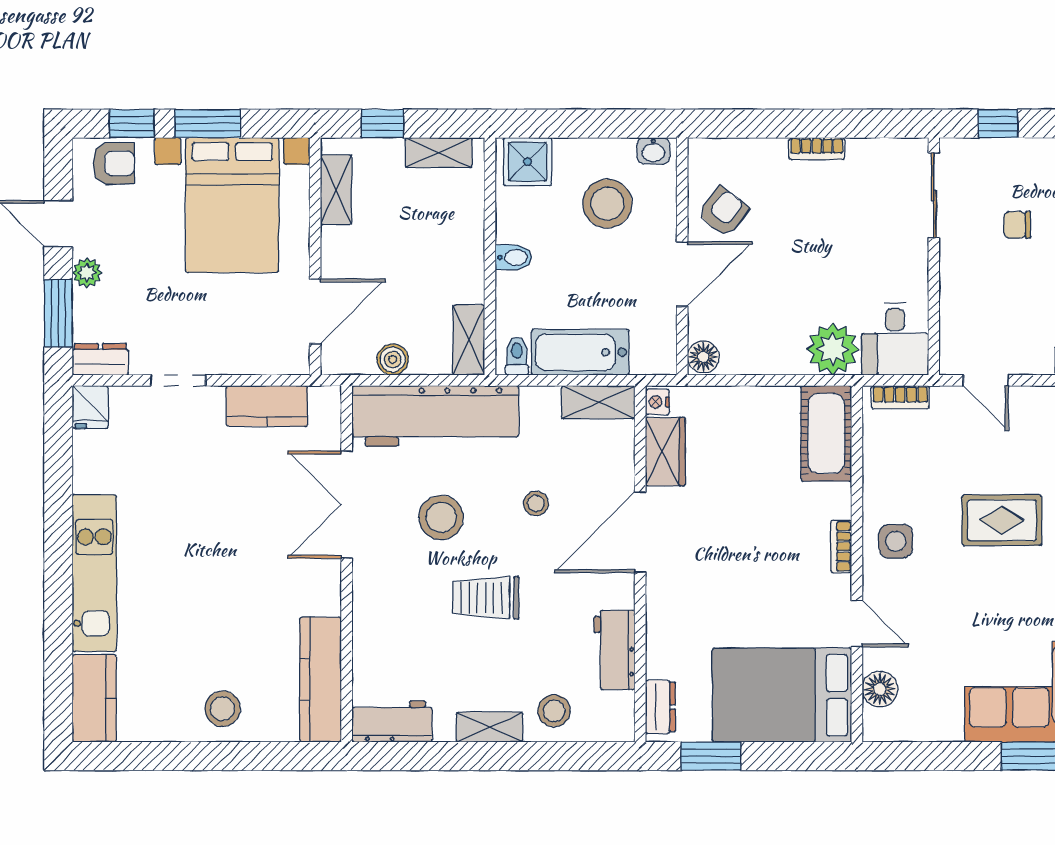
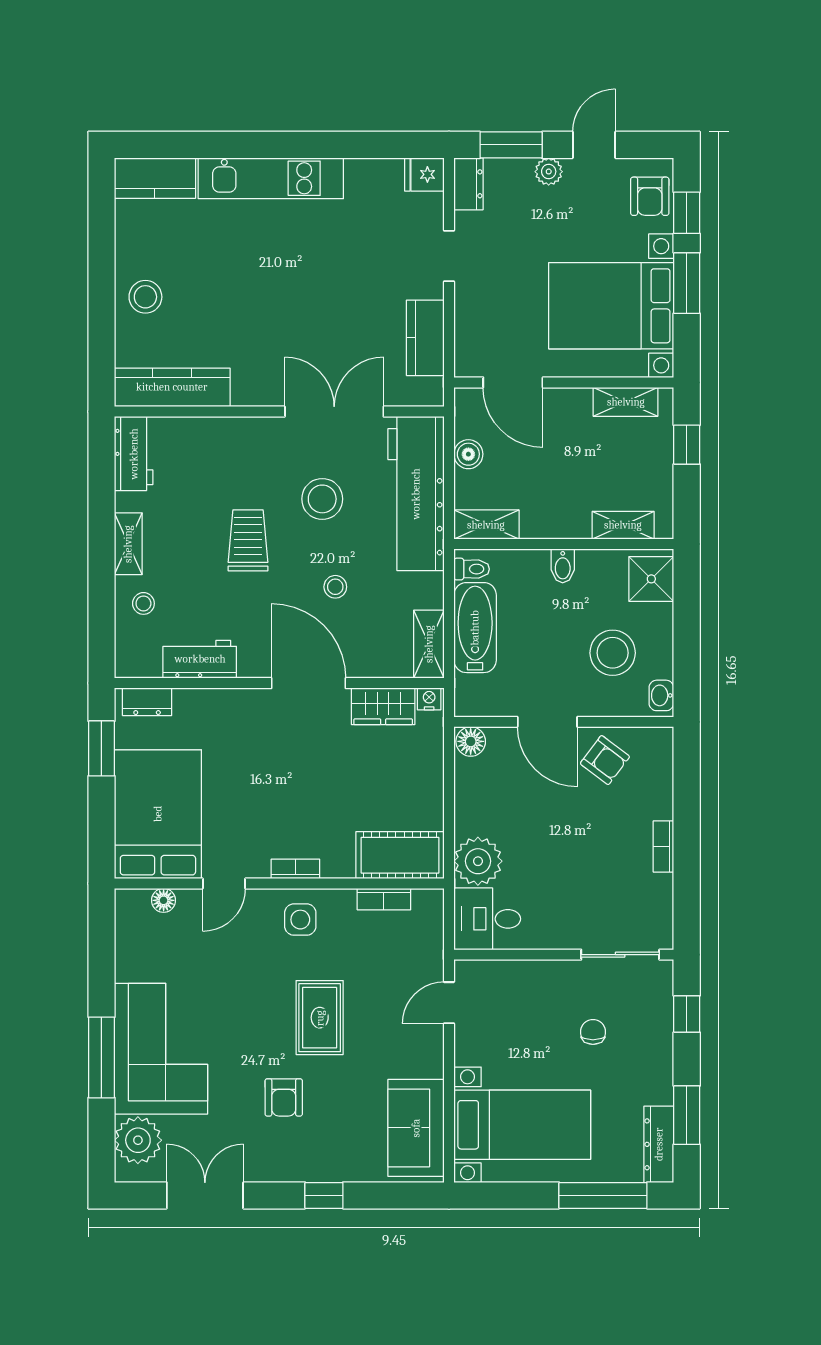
shelving: (439, 153) -> (623, 525), moved, turned 90
bookcase: (900, 397) -> (384, 899), moved, turned -90
floor lamp: (880, 689) -> (164, 900), width x0.73, depth x0.73
stool: (554, 711) -> (143, 603), width x0.73, depth x0.73

